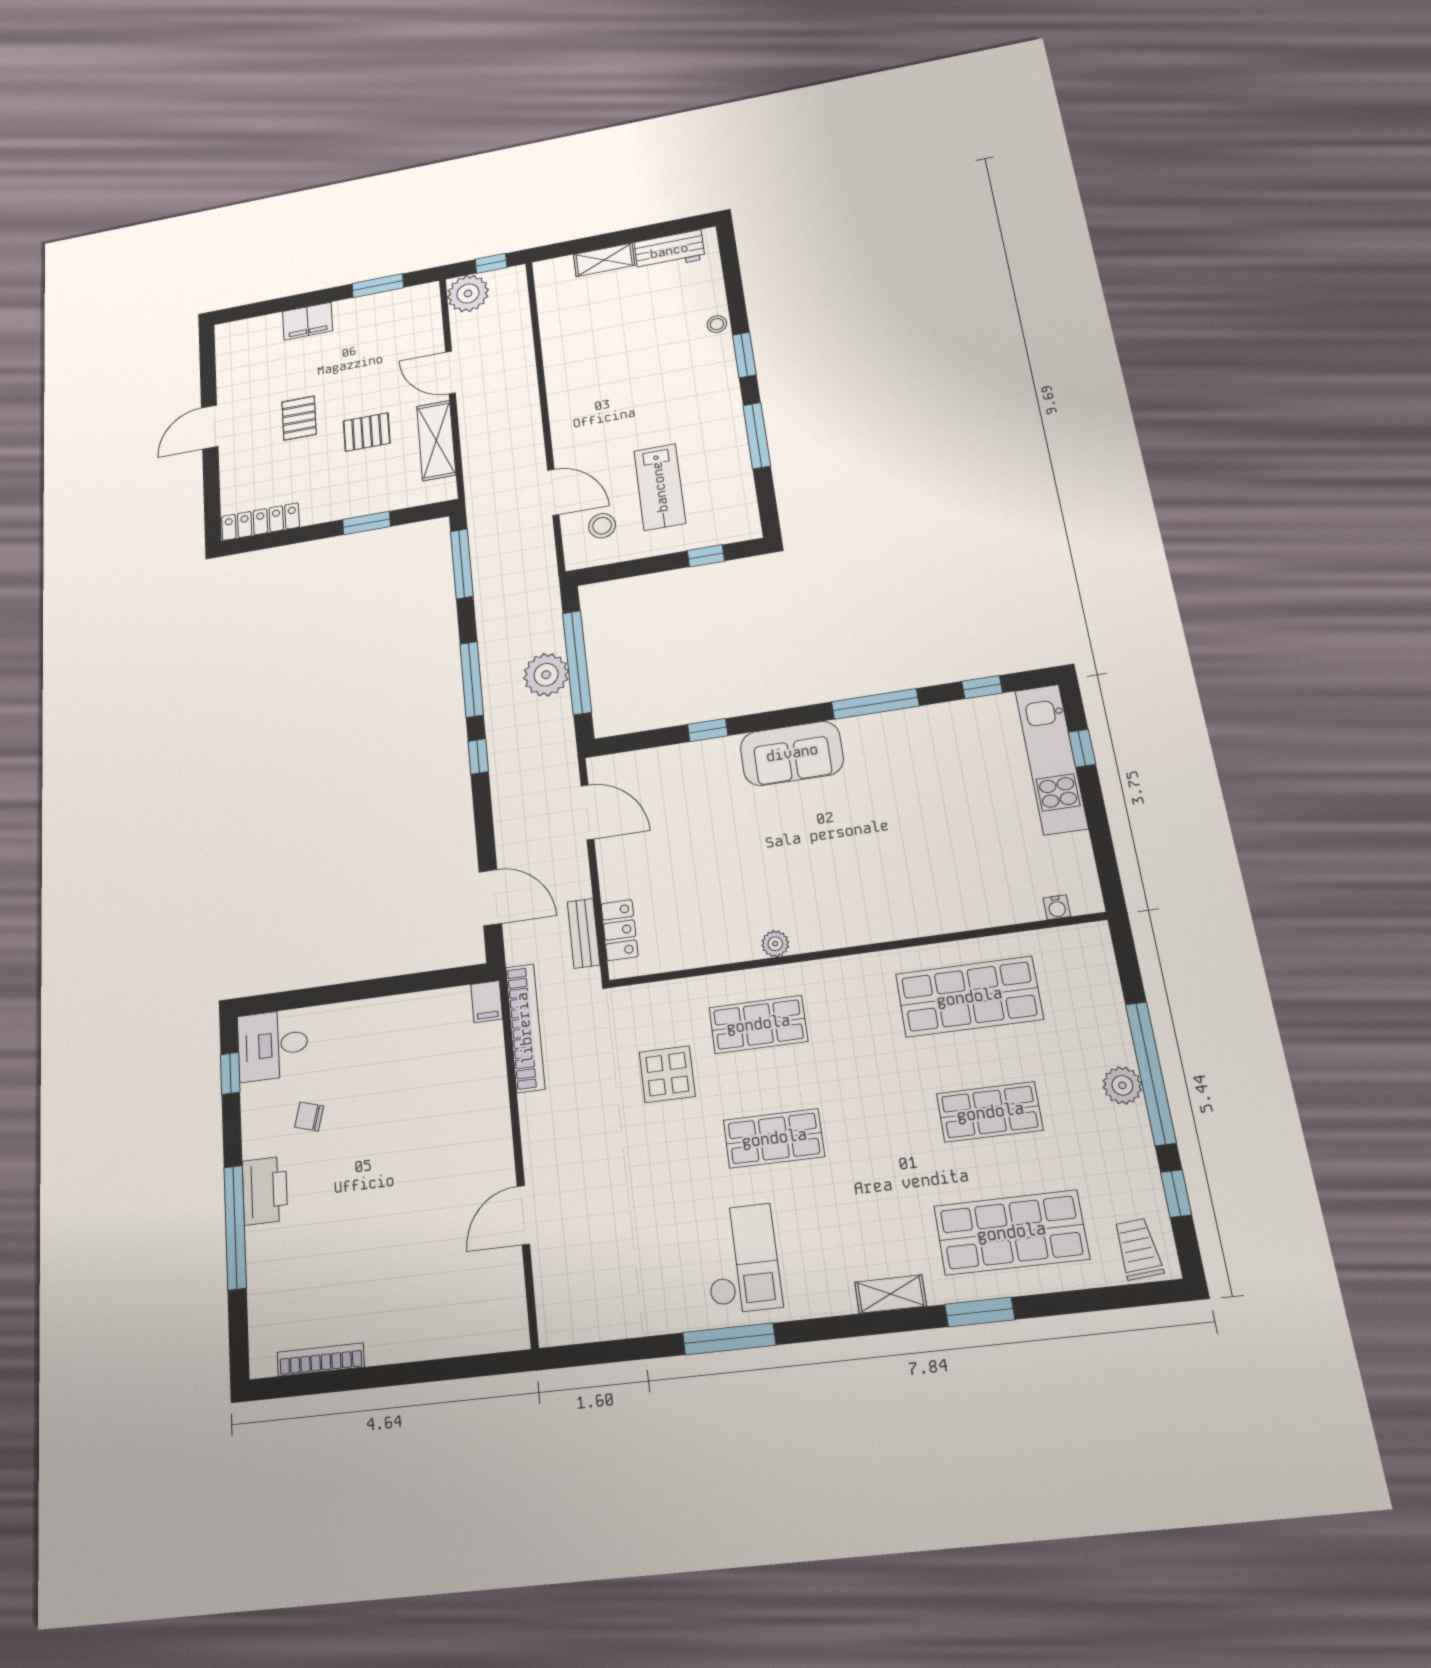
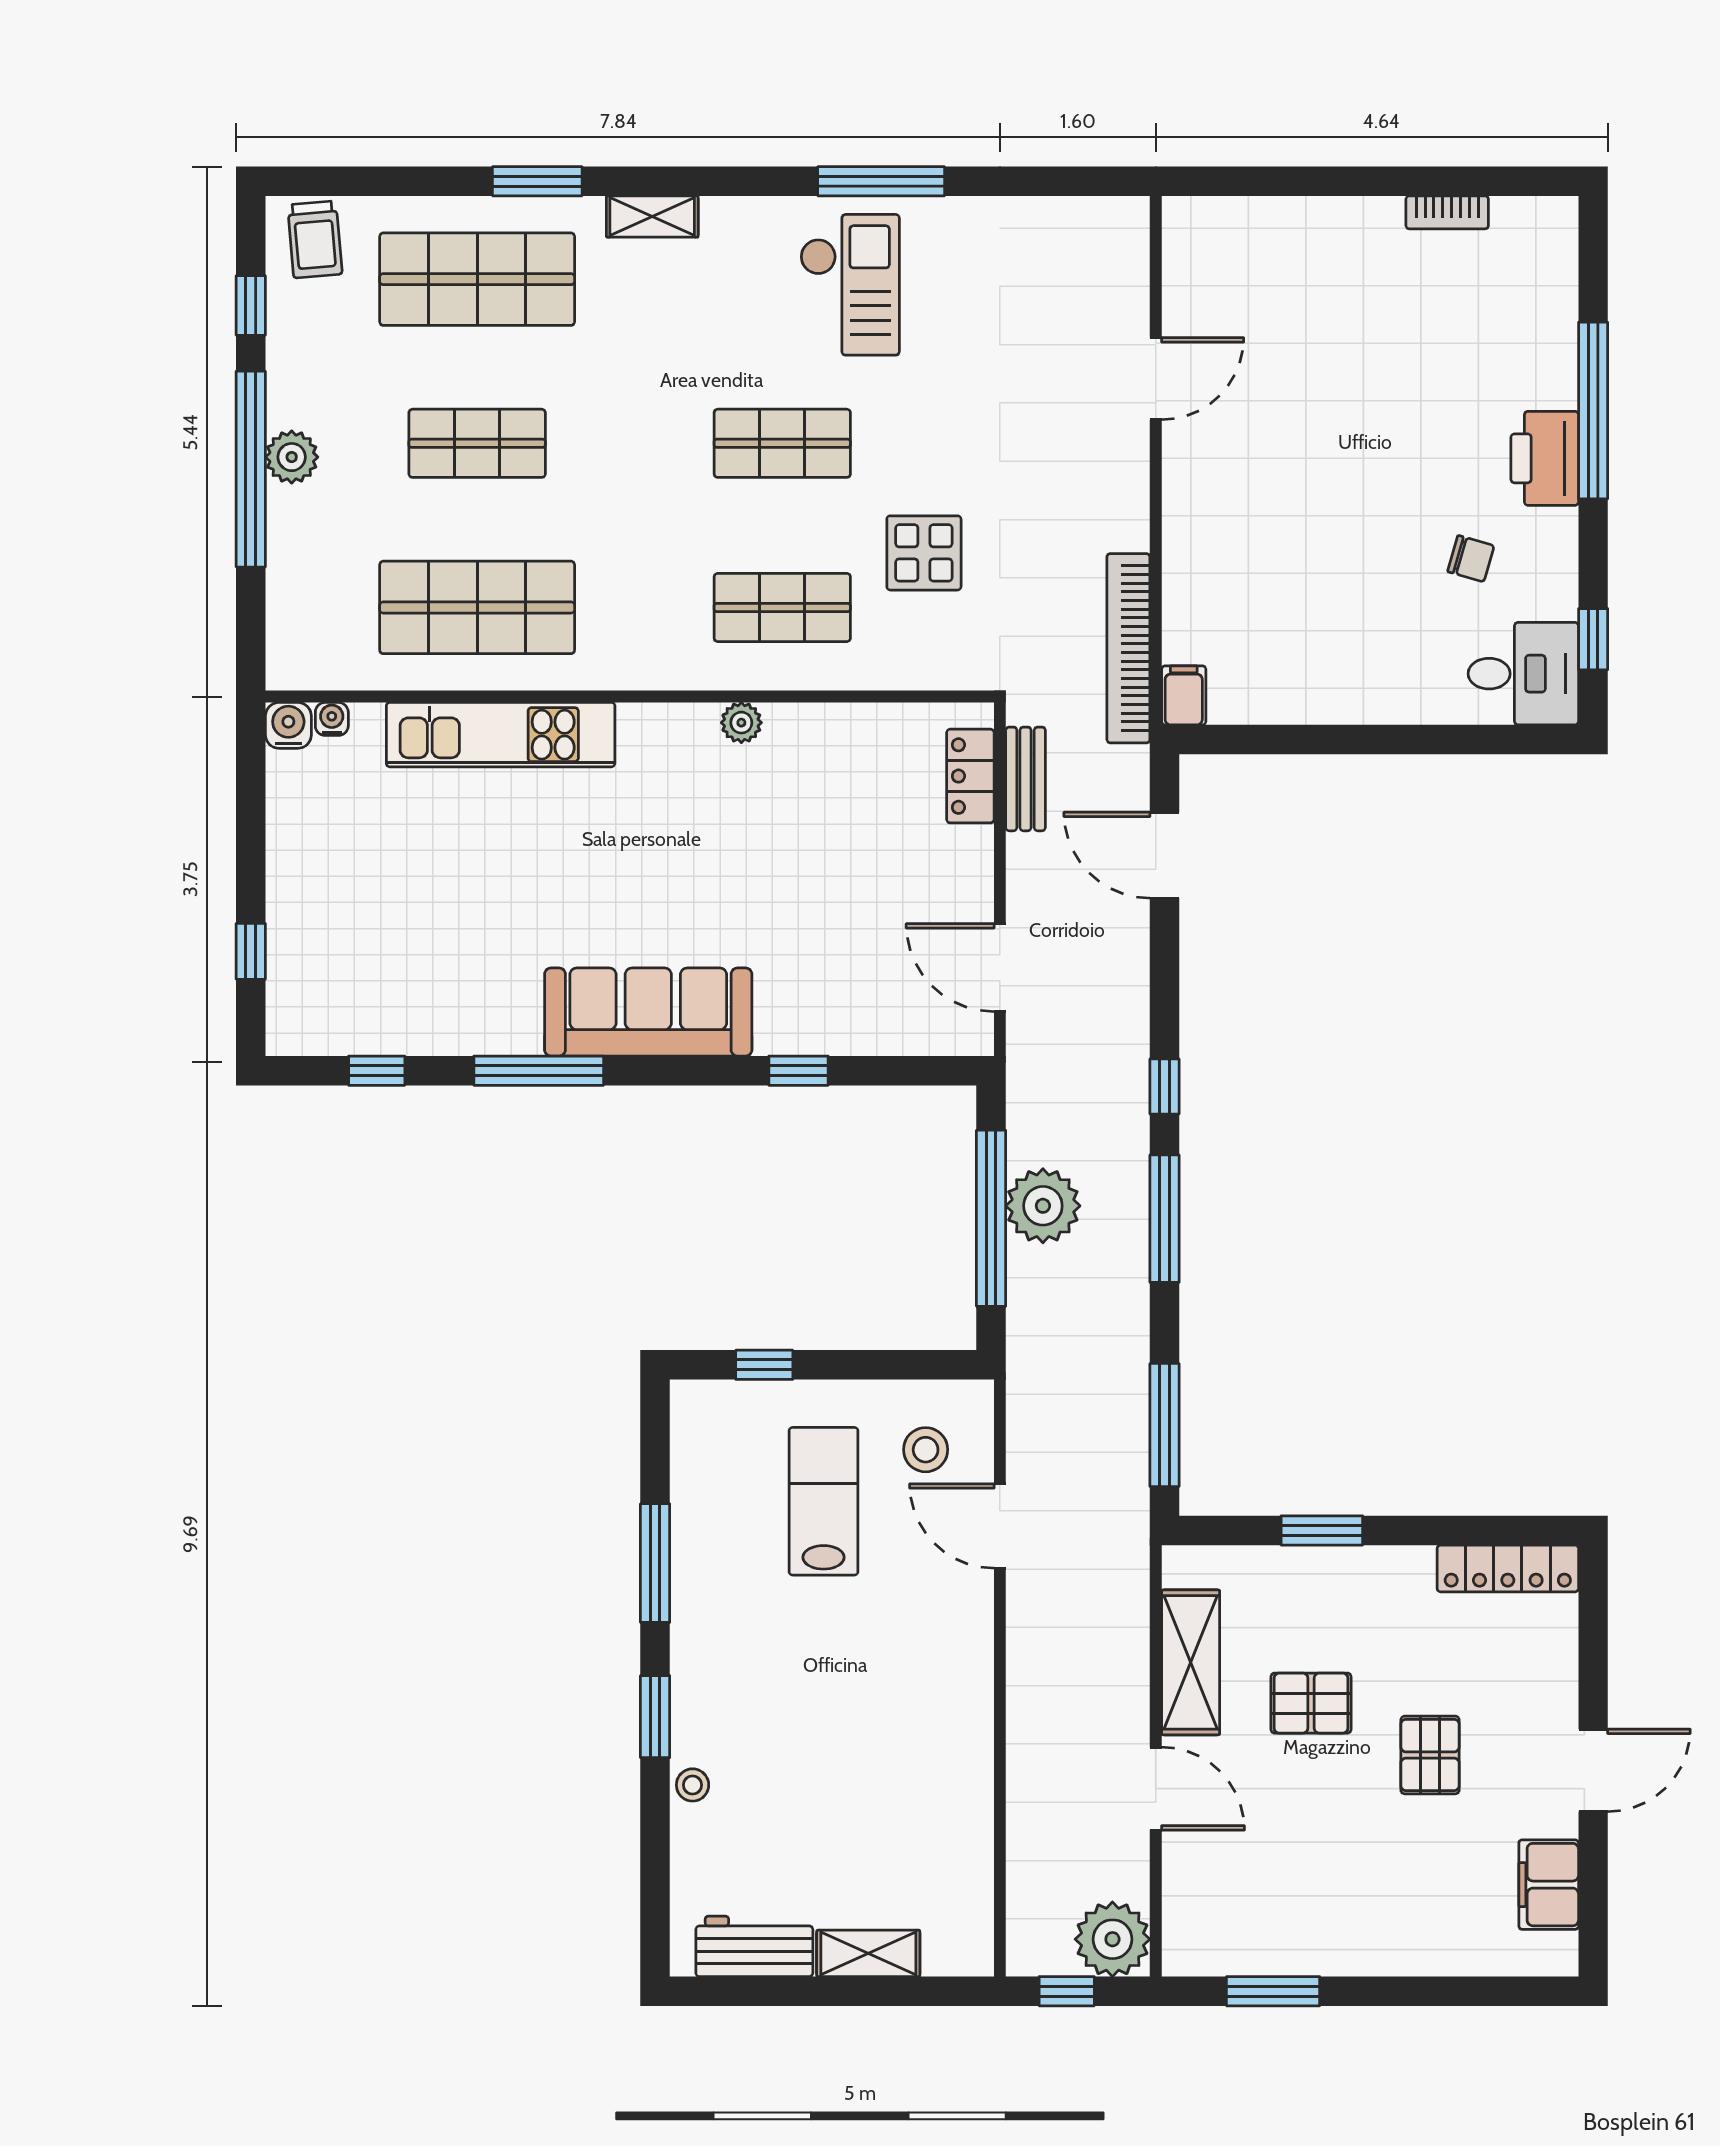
filing cabinet: (307, 321) -> (1549, 1885), moved, turned -90
sofa: (792, 753) -> (648, 1012), width x1.36
kitchen unit: (1051, 759) -> (501, 735), moved, turned 90
water cooler: (1086, 899) -> (288, 725), added
checkout: (742, 1259) -> (850, 285), turned 180
bookcase: (321, 1360) -> (1447, 212), width x0.64

